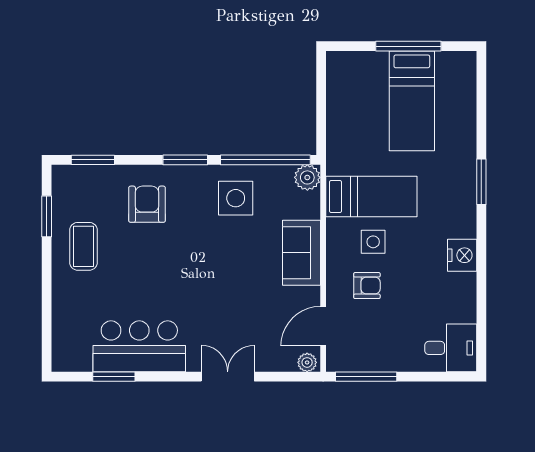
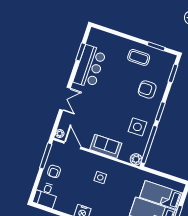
bed: (371, 197) -> (161, 195), moved, turned 90
armchair: (147, 204) -> (147, 89), turned 180
armchair: (367, 286) -> (54, 171), moved

